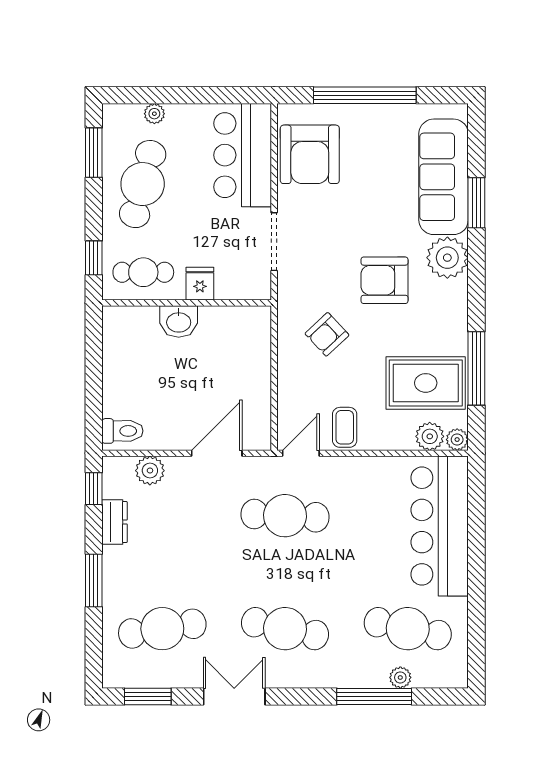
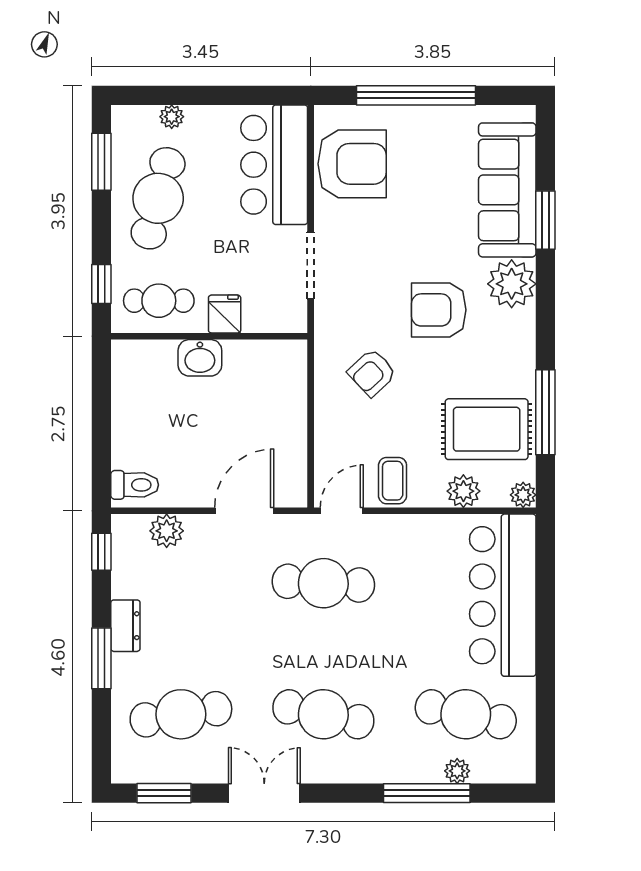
armchair: (310, 154) -> (352, 164), turned -90
plant: (430, 436) -> (463, 491), moved
dresser: (114, 522) -> (125, 626), moved

